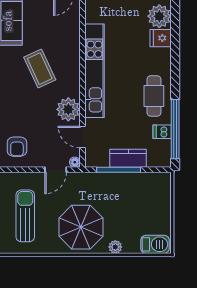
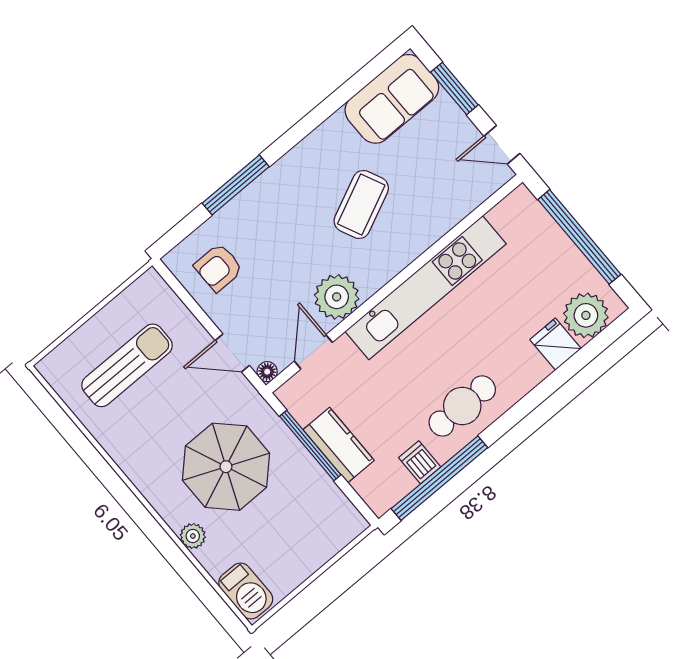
parasol: (81, 227) -> (226, 467), moved

